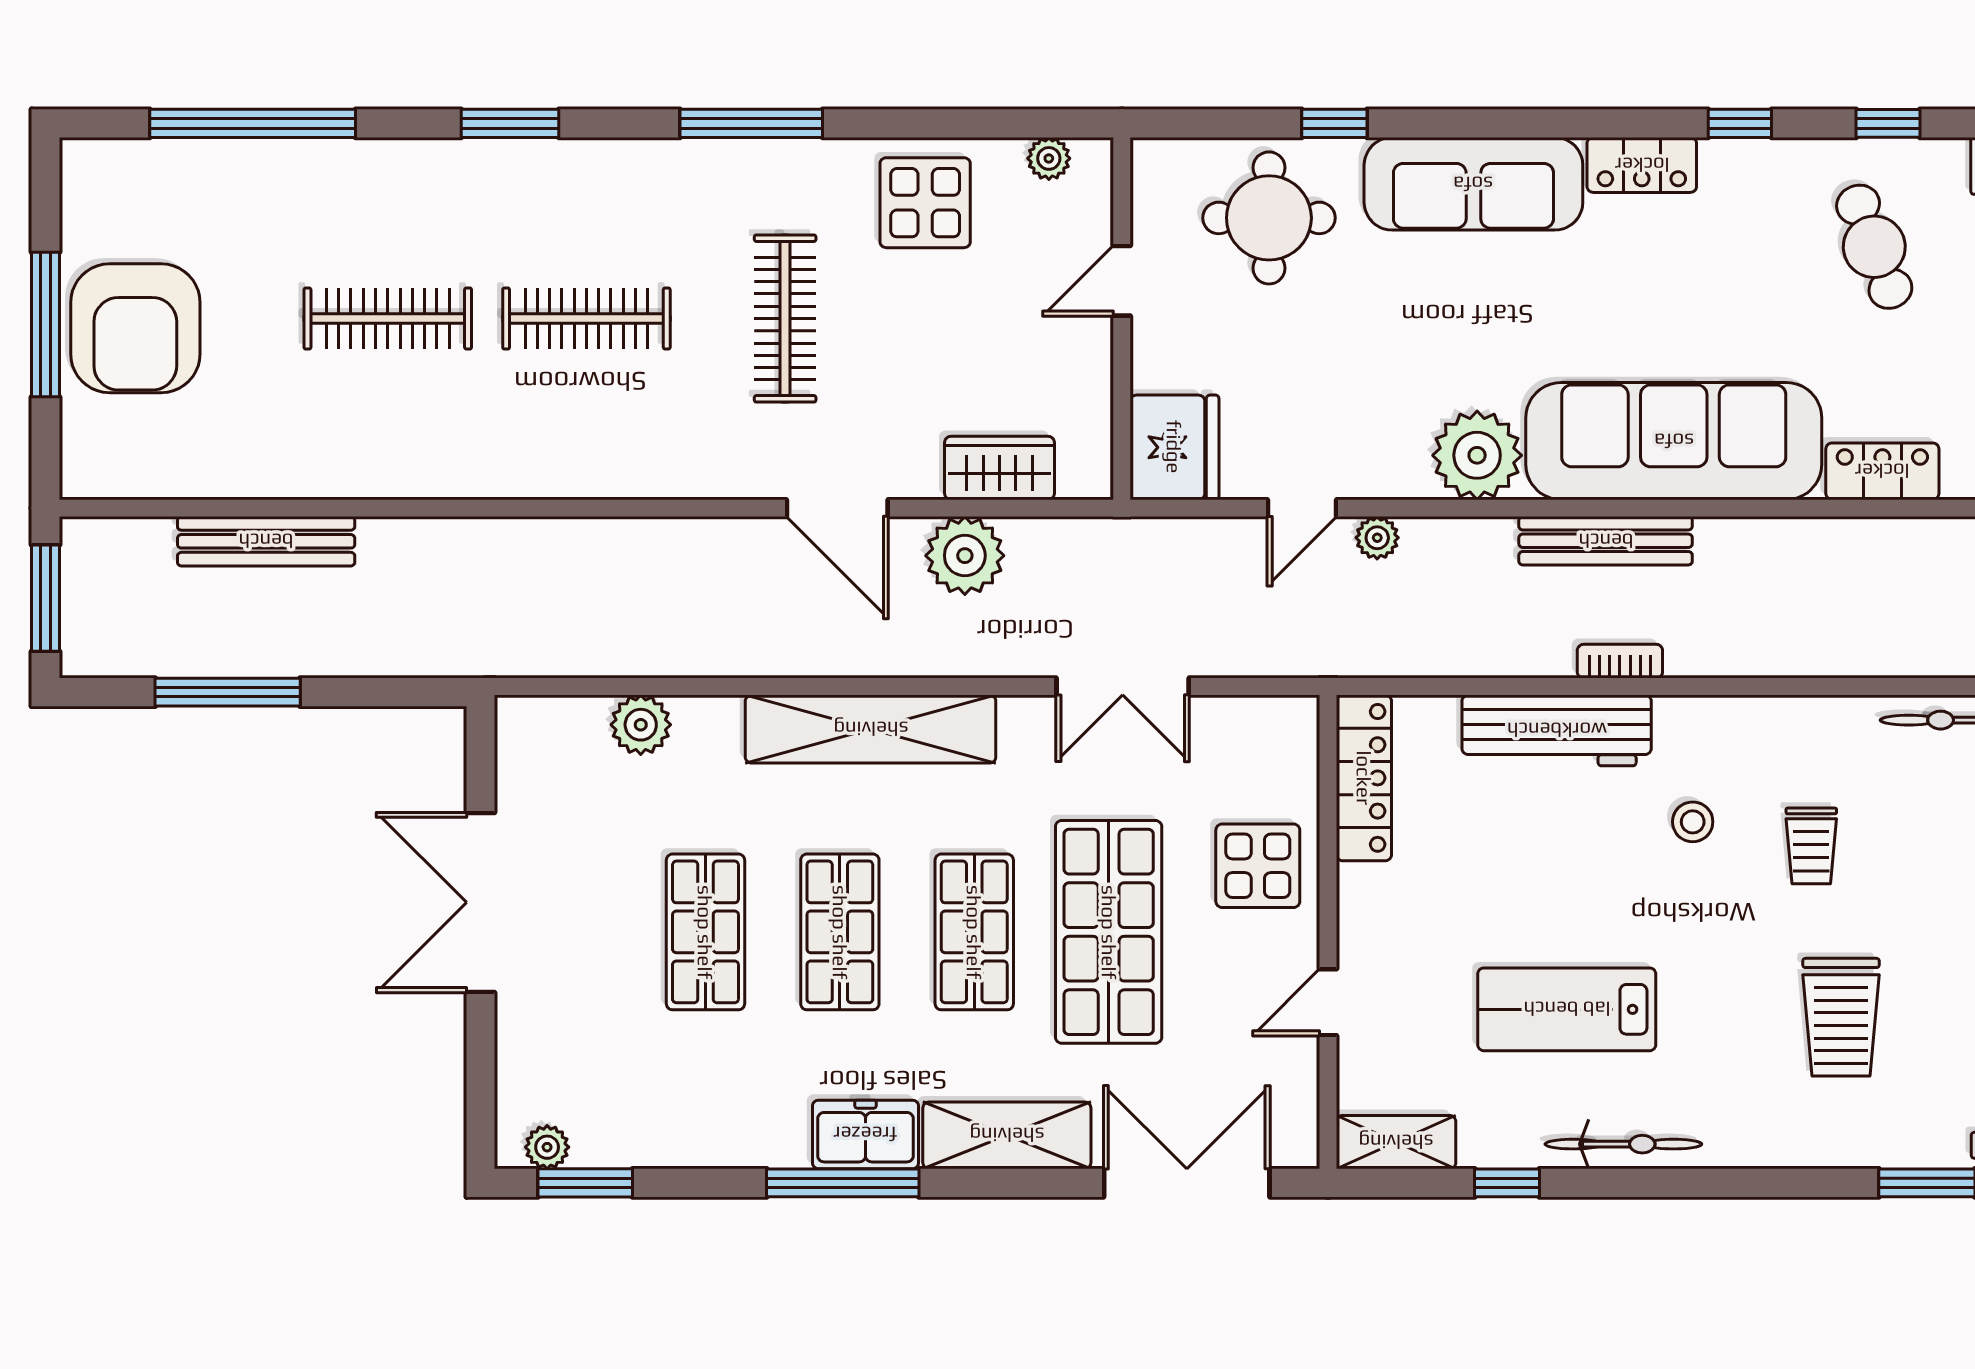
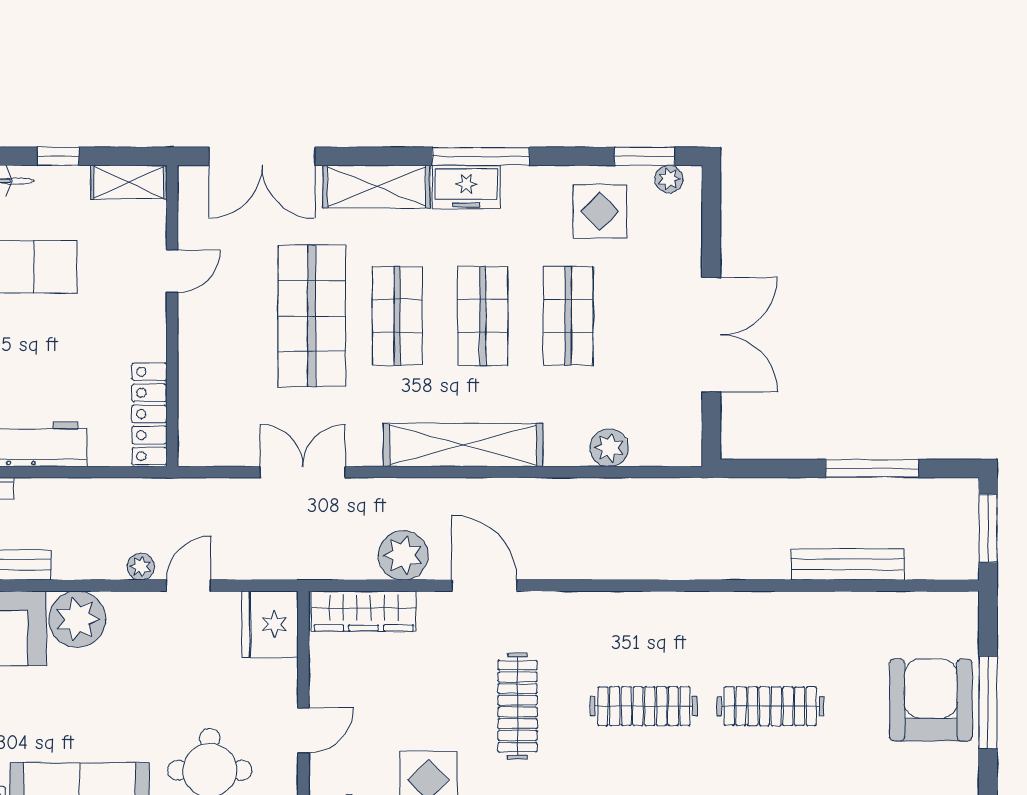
wardrobe: (1000, 468) -> (364, 611), width x1.50
display table: (1258, 866) -> (600, 211), moved

